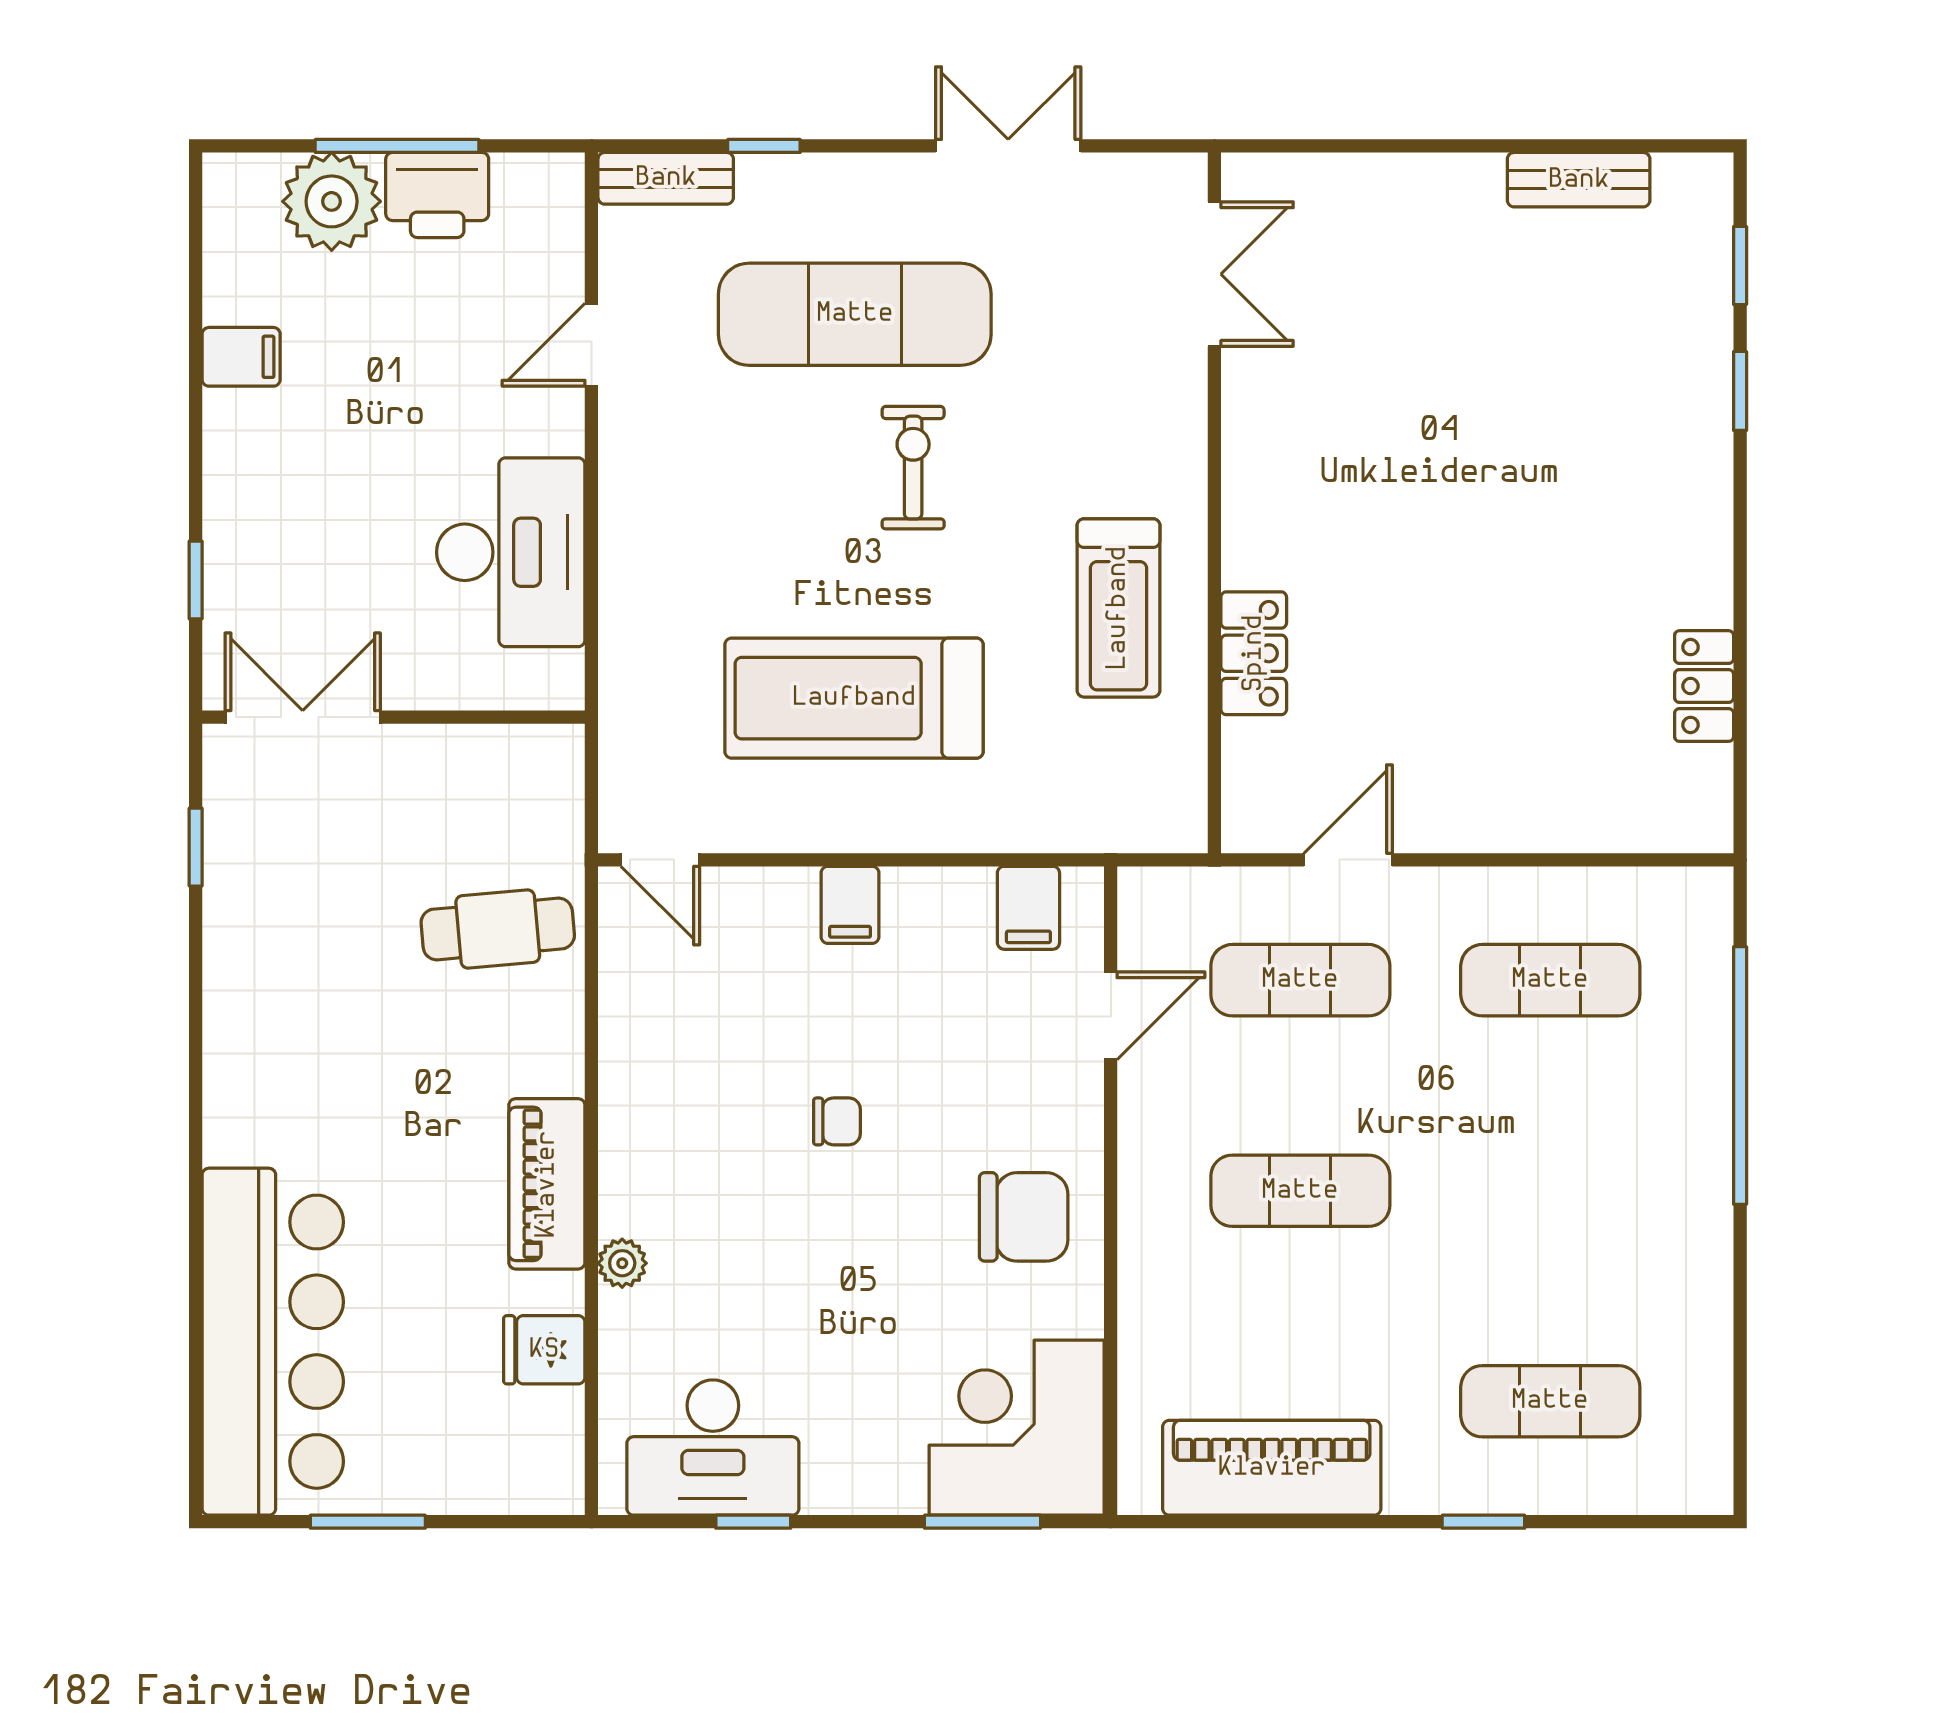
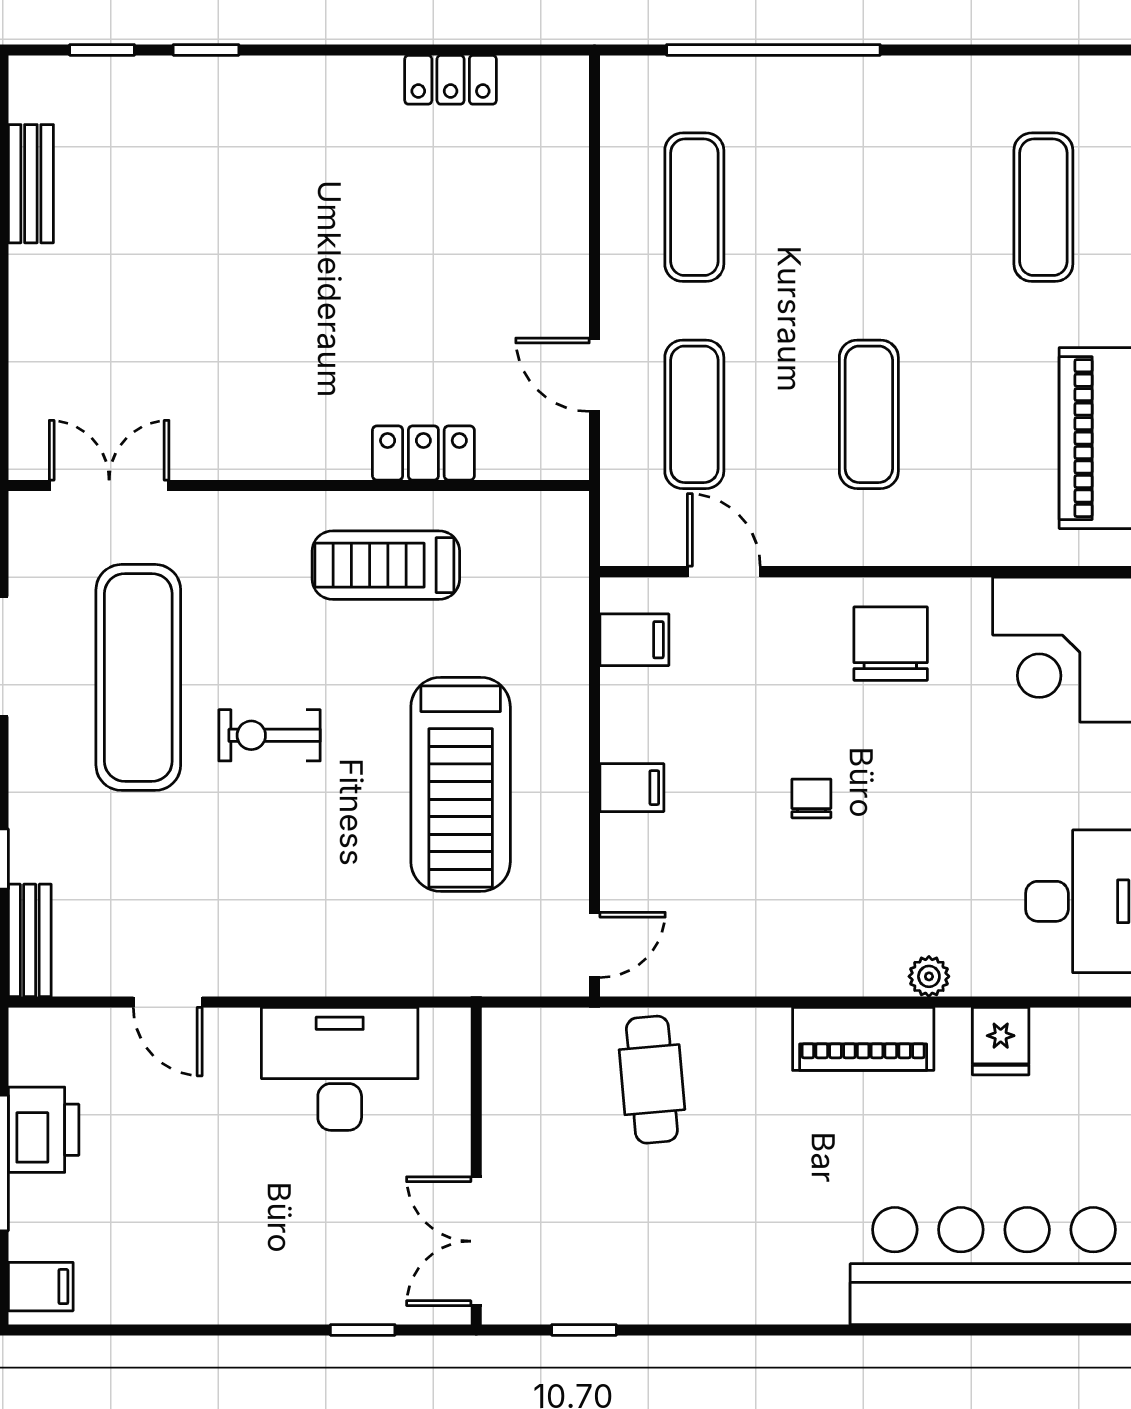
plant: (332, 201) -> (49, 1217), removed
exercise mat: (855, 314) -> (138, 677), moved
filing cabinet: (241, 357) -> (41, 1287), moved, turned 90
treadmill: (1118, 608) -> (386, 565), turned 180

